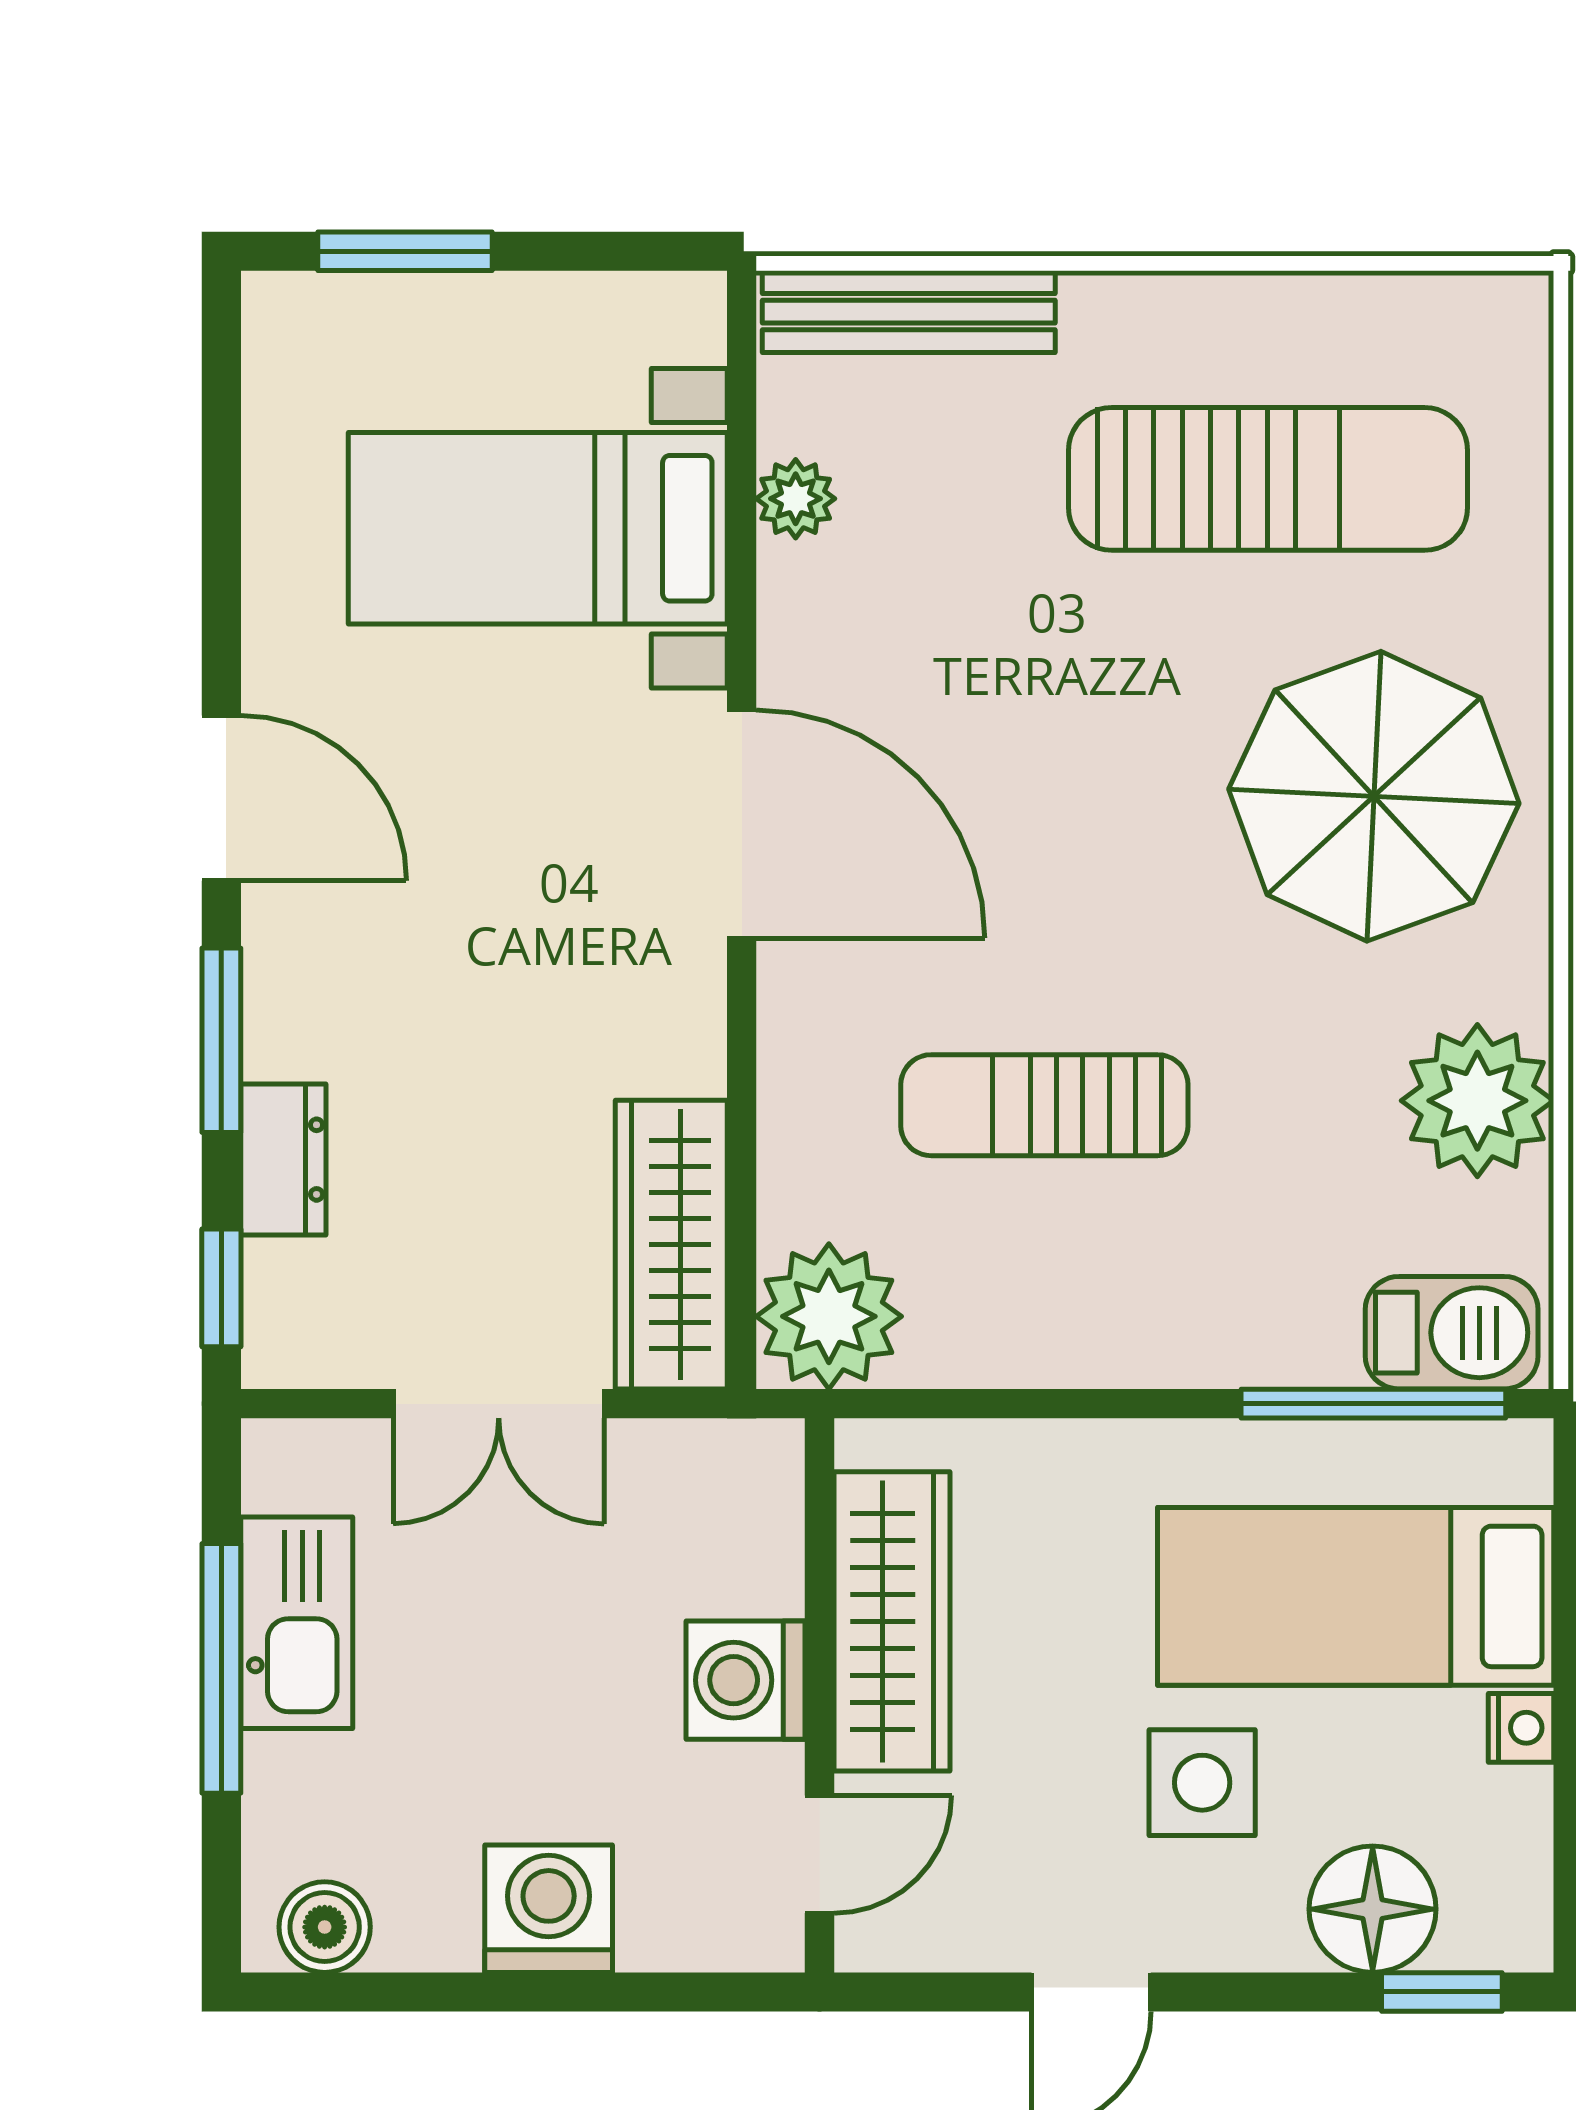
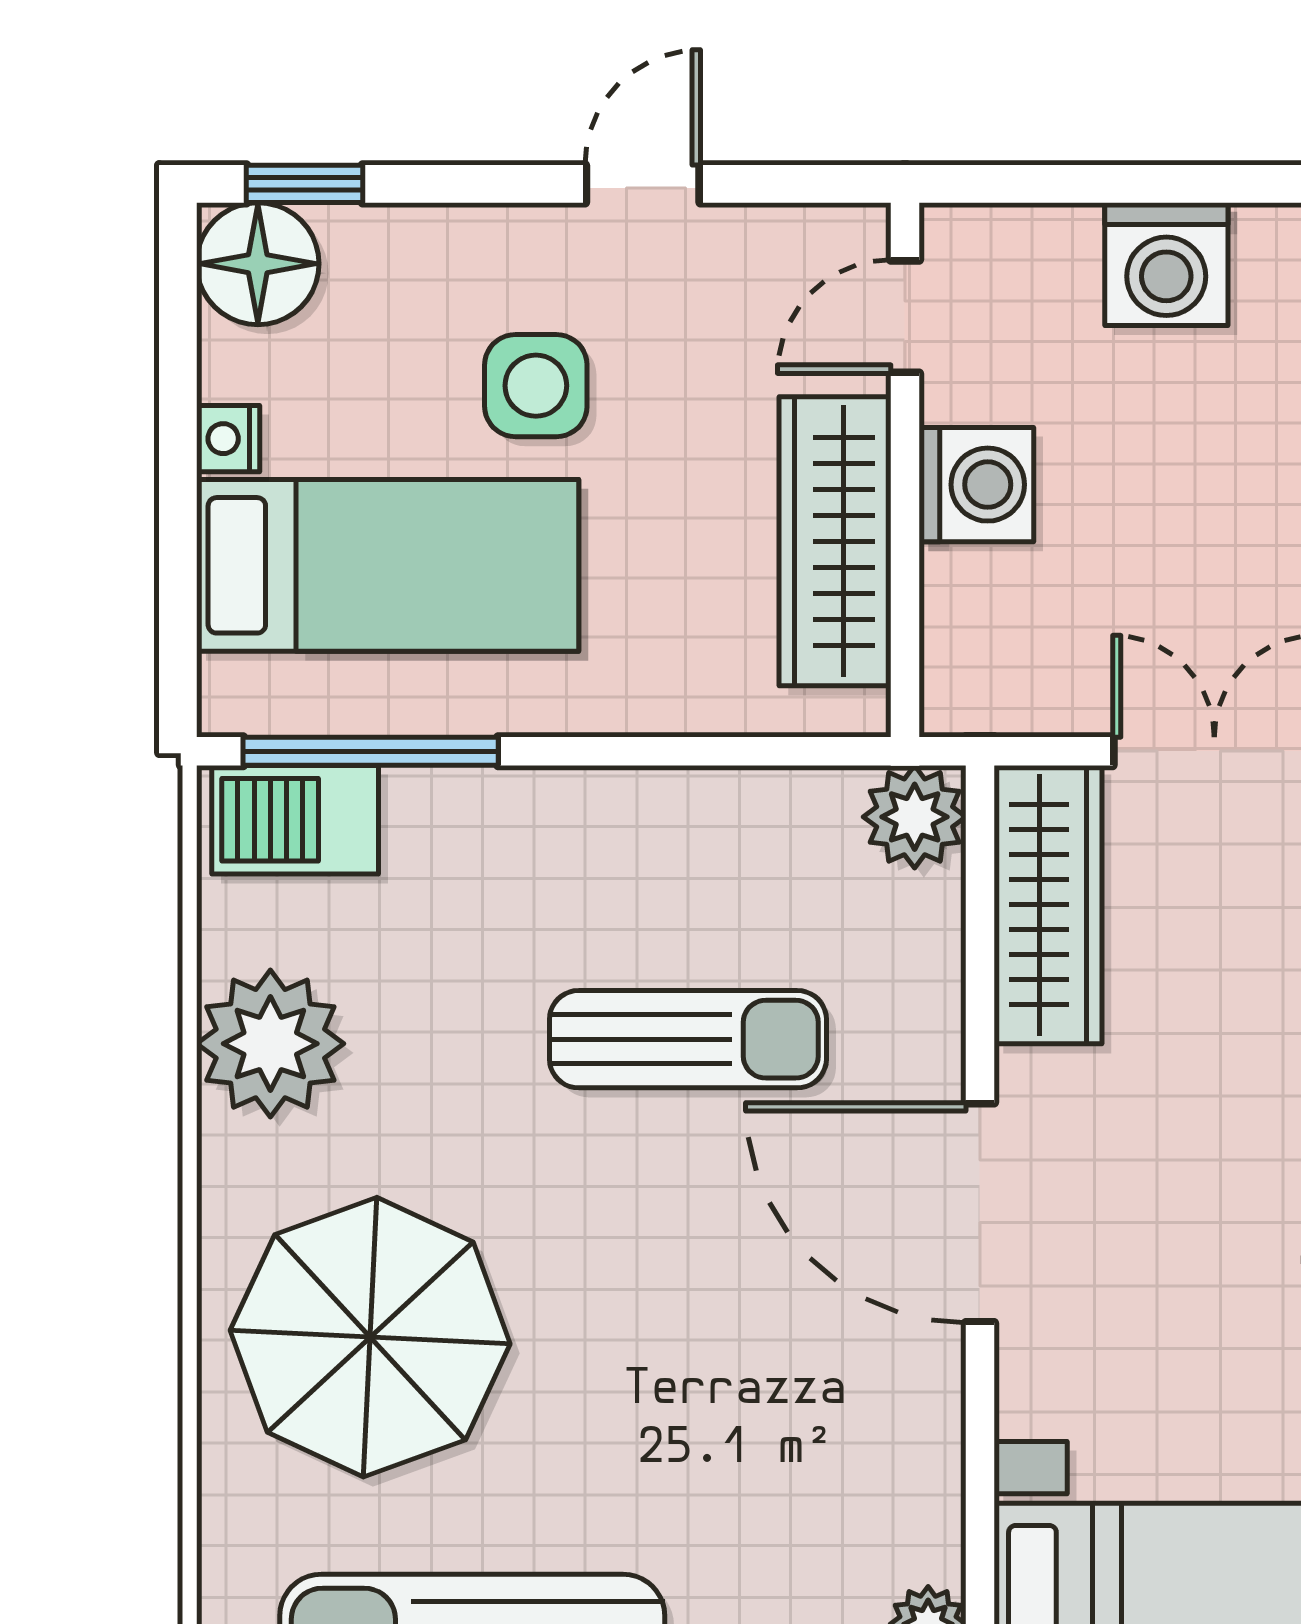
door: (742, 824) -> (980, 1213), moved
plant: (829, 1316) -> (915, 817), width x0.73, depth x0.73
floor lamp: (1373, 1909) -> (258, 264), moved

